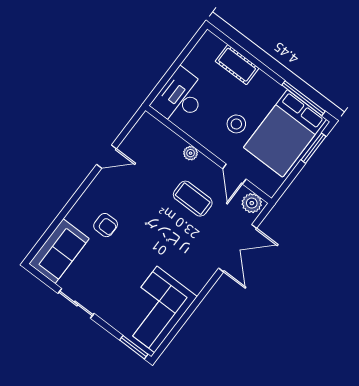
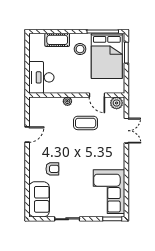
stool: (236, 124) -> (80, 49), moved
double door: (238, 248) -> (126, 131), width x0.73

